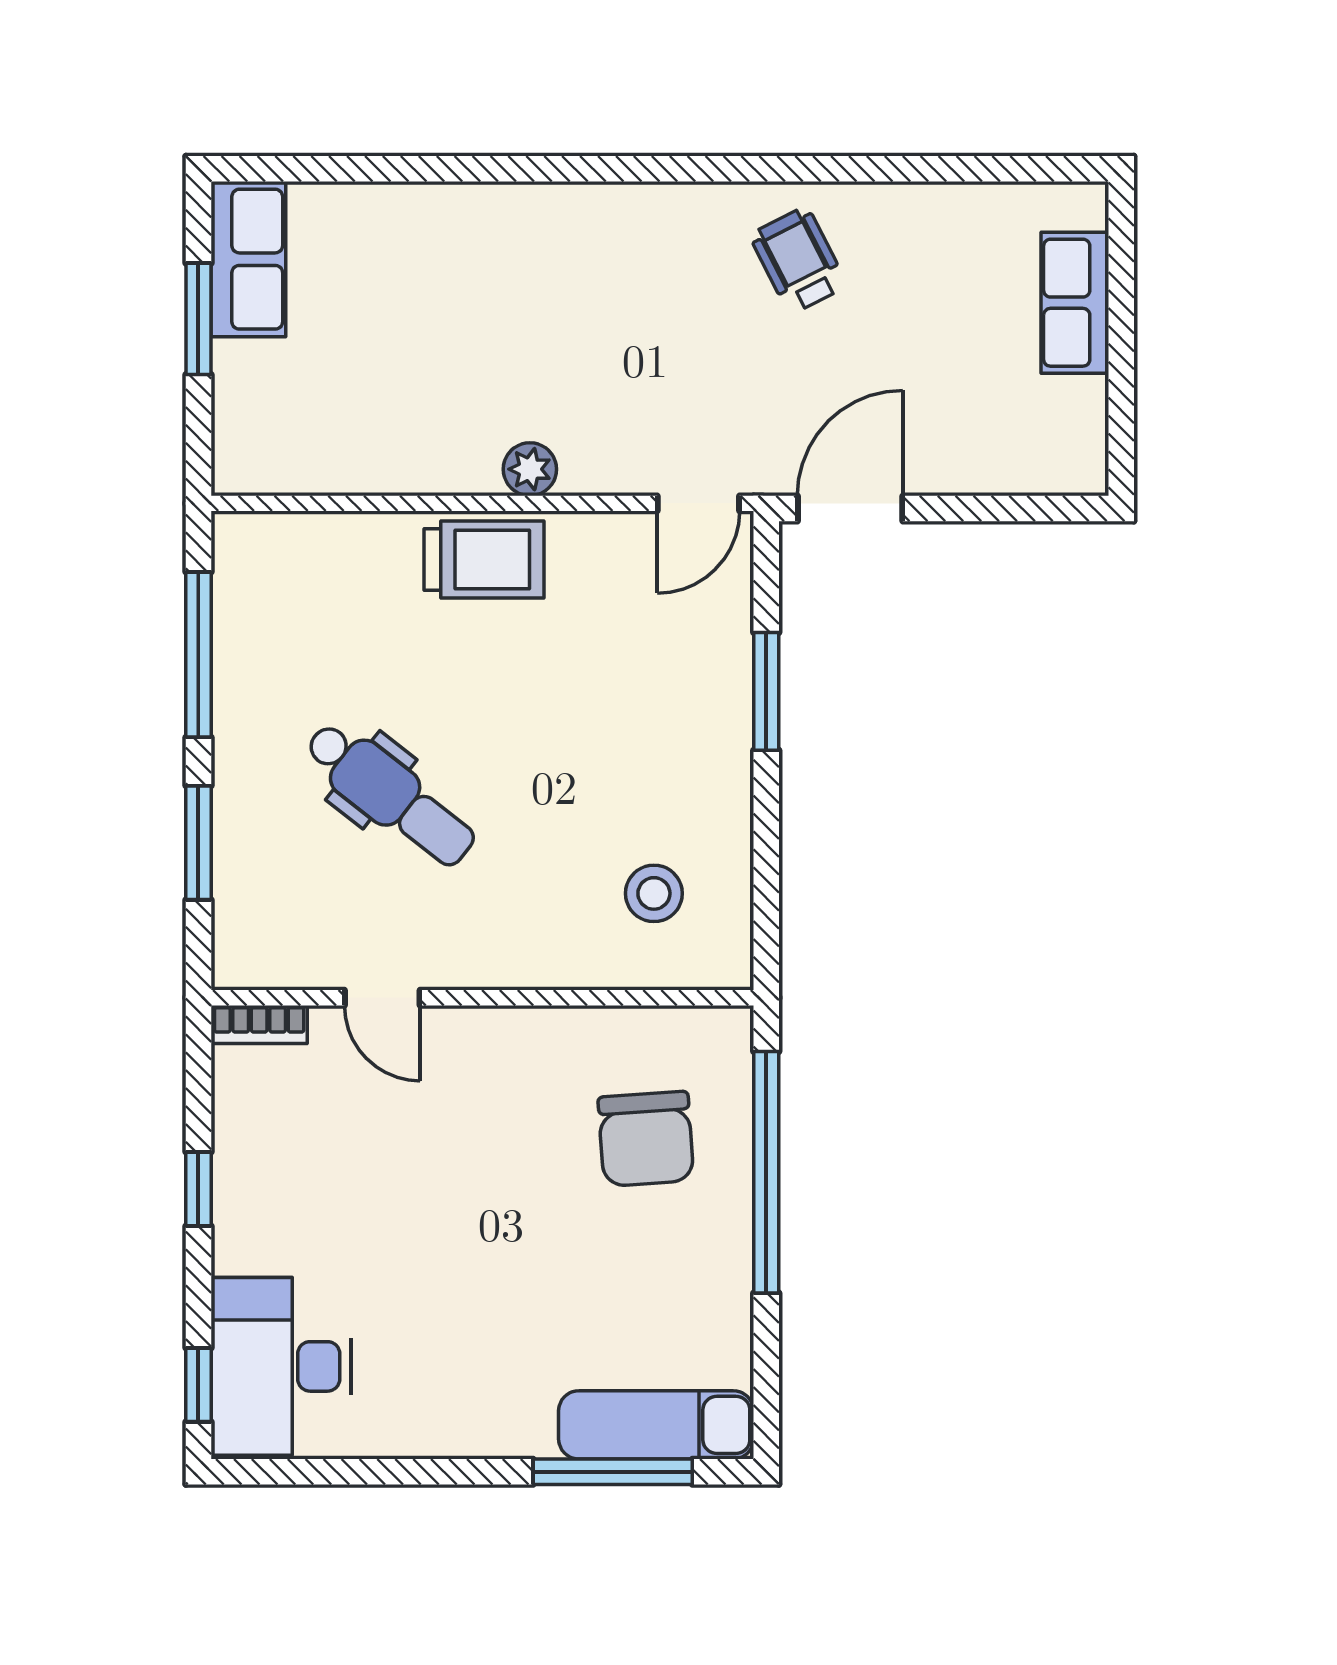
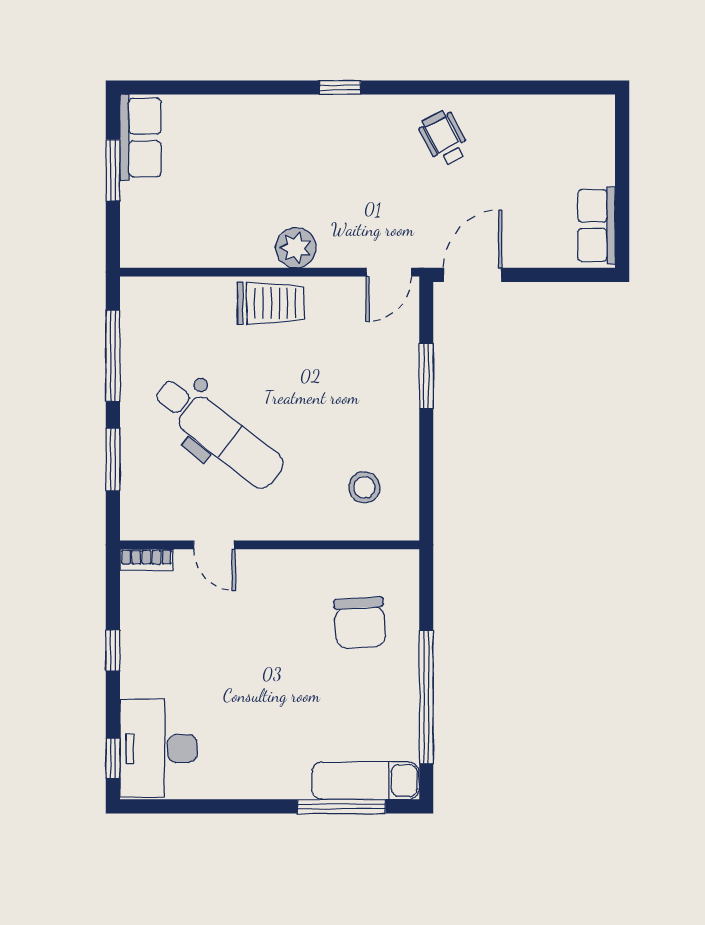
window: (610, 169) -> (340, 88), added
row of seats: (1075, 303) -> (596, 225), moved
plant: (530, 469) -> (296, 248), width x1.38, depth x1.38
dental chair: (390, 794) -> (219, 433), width x1.36, depth x1.38
window: (766, 1172) -> (426, 697), moved

